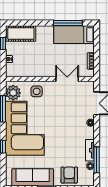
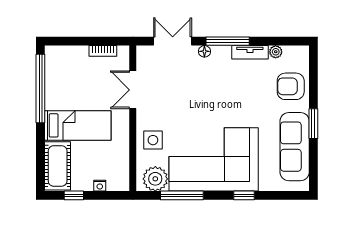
window: (68, 23) -> (40, 89), width x1.46
bed: (74, 35) -> (78, 125), moved, turned -90
window: (97, 160) -> (228, 41), moved

